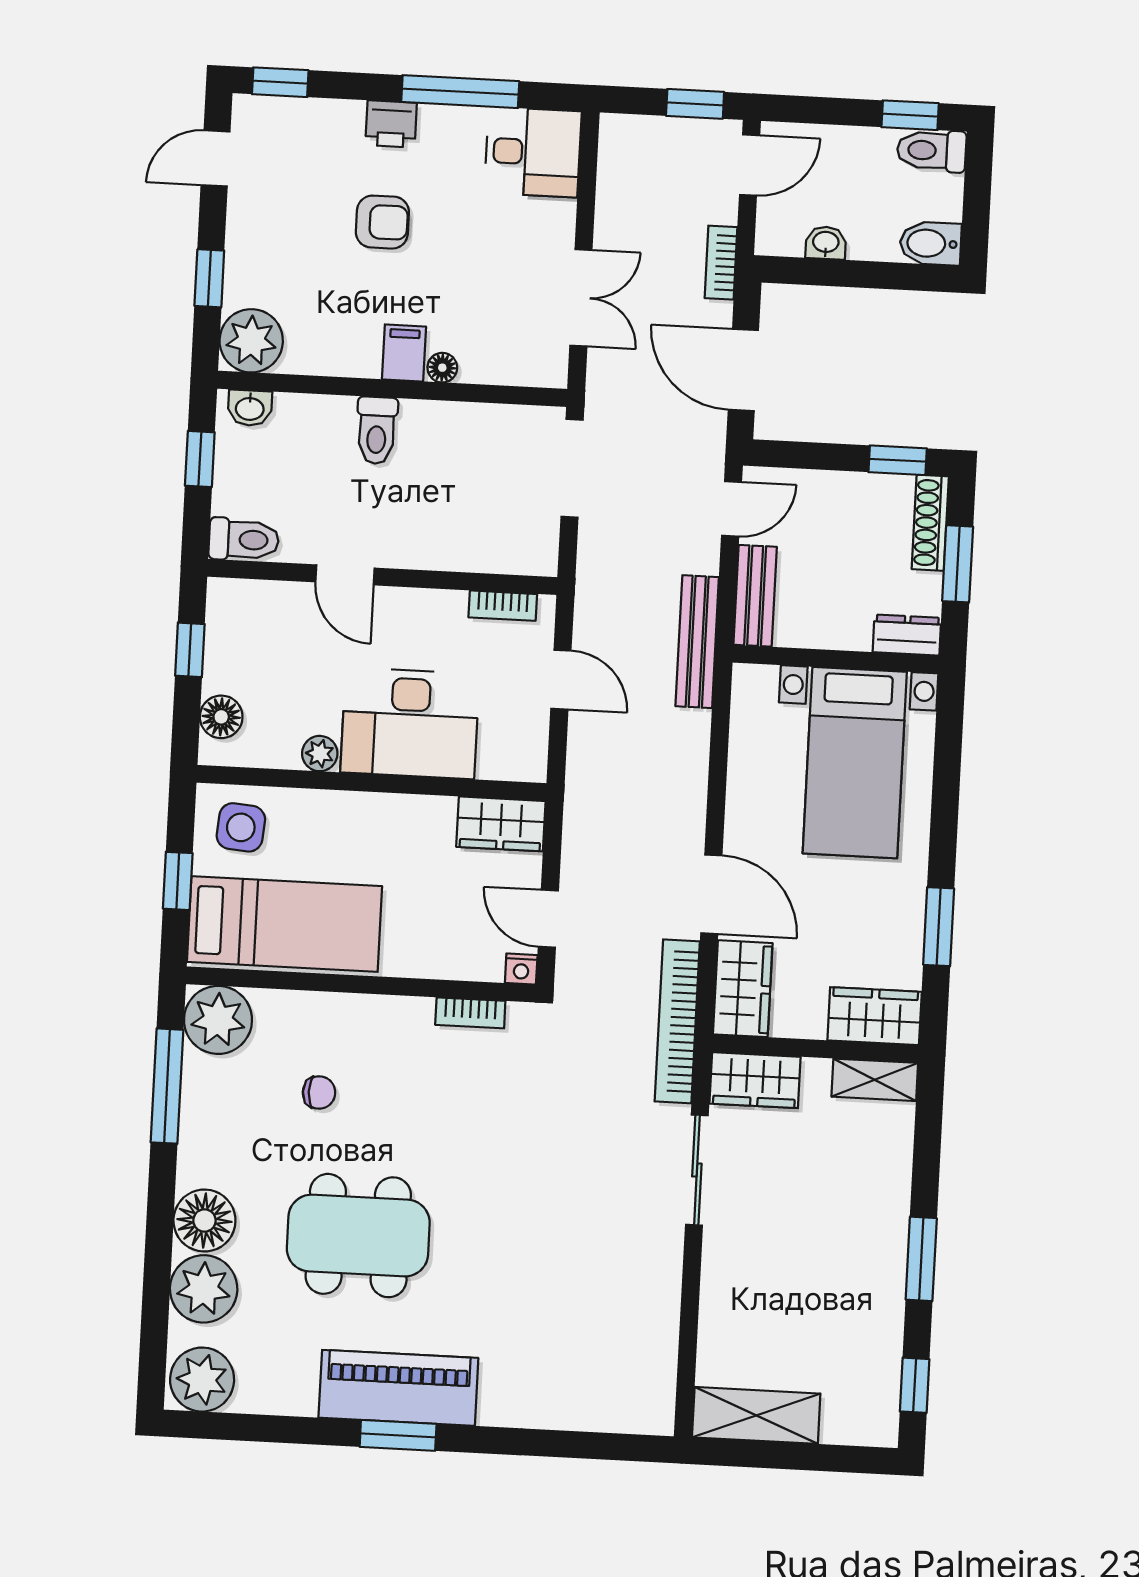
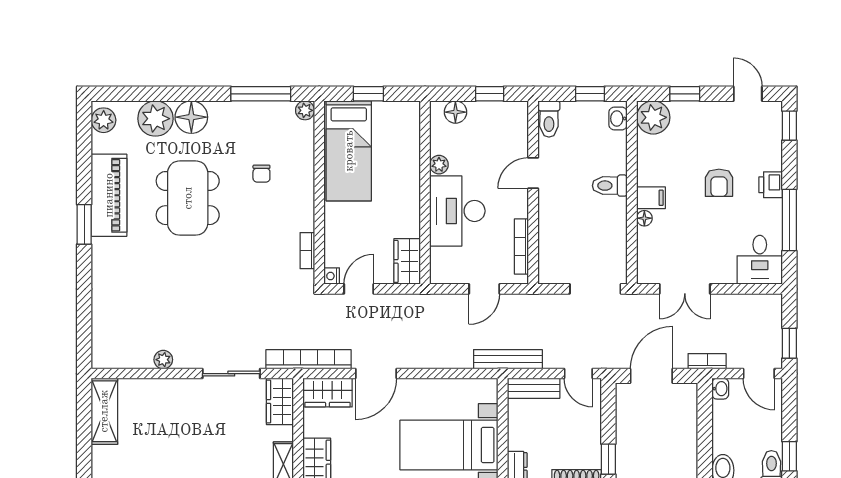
washbasin: (826, 243) -> (720, 389), moved
bookcase: (503, 606) -> (521, 246), width x1.56
side table: (241, 827) -> (398, 125), removed
plant: (218, 1020) -> (305, 110), width x0.53, depth x0.53
plant: (664, 1298) -> (163, 360), added
plant: (202, 1380) -> (104, 120), width x0.73, depth x0.73
piano: (398, 1388) -> (109, 195), moved

